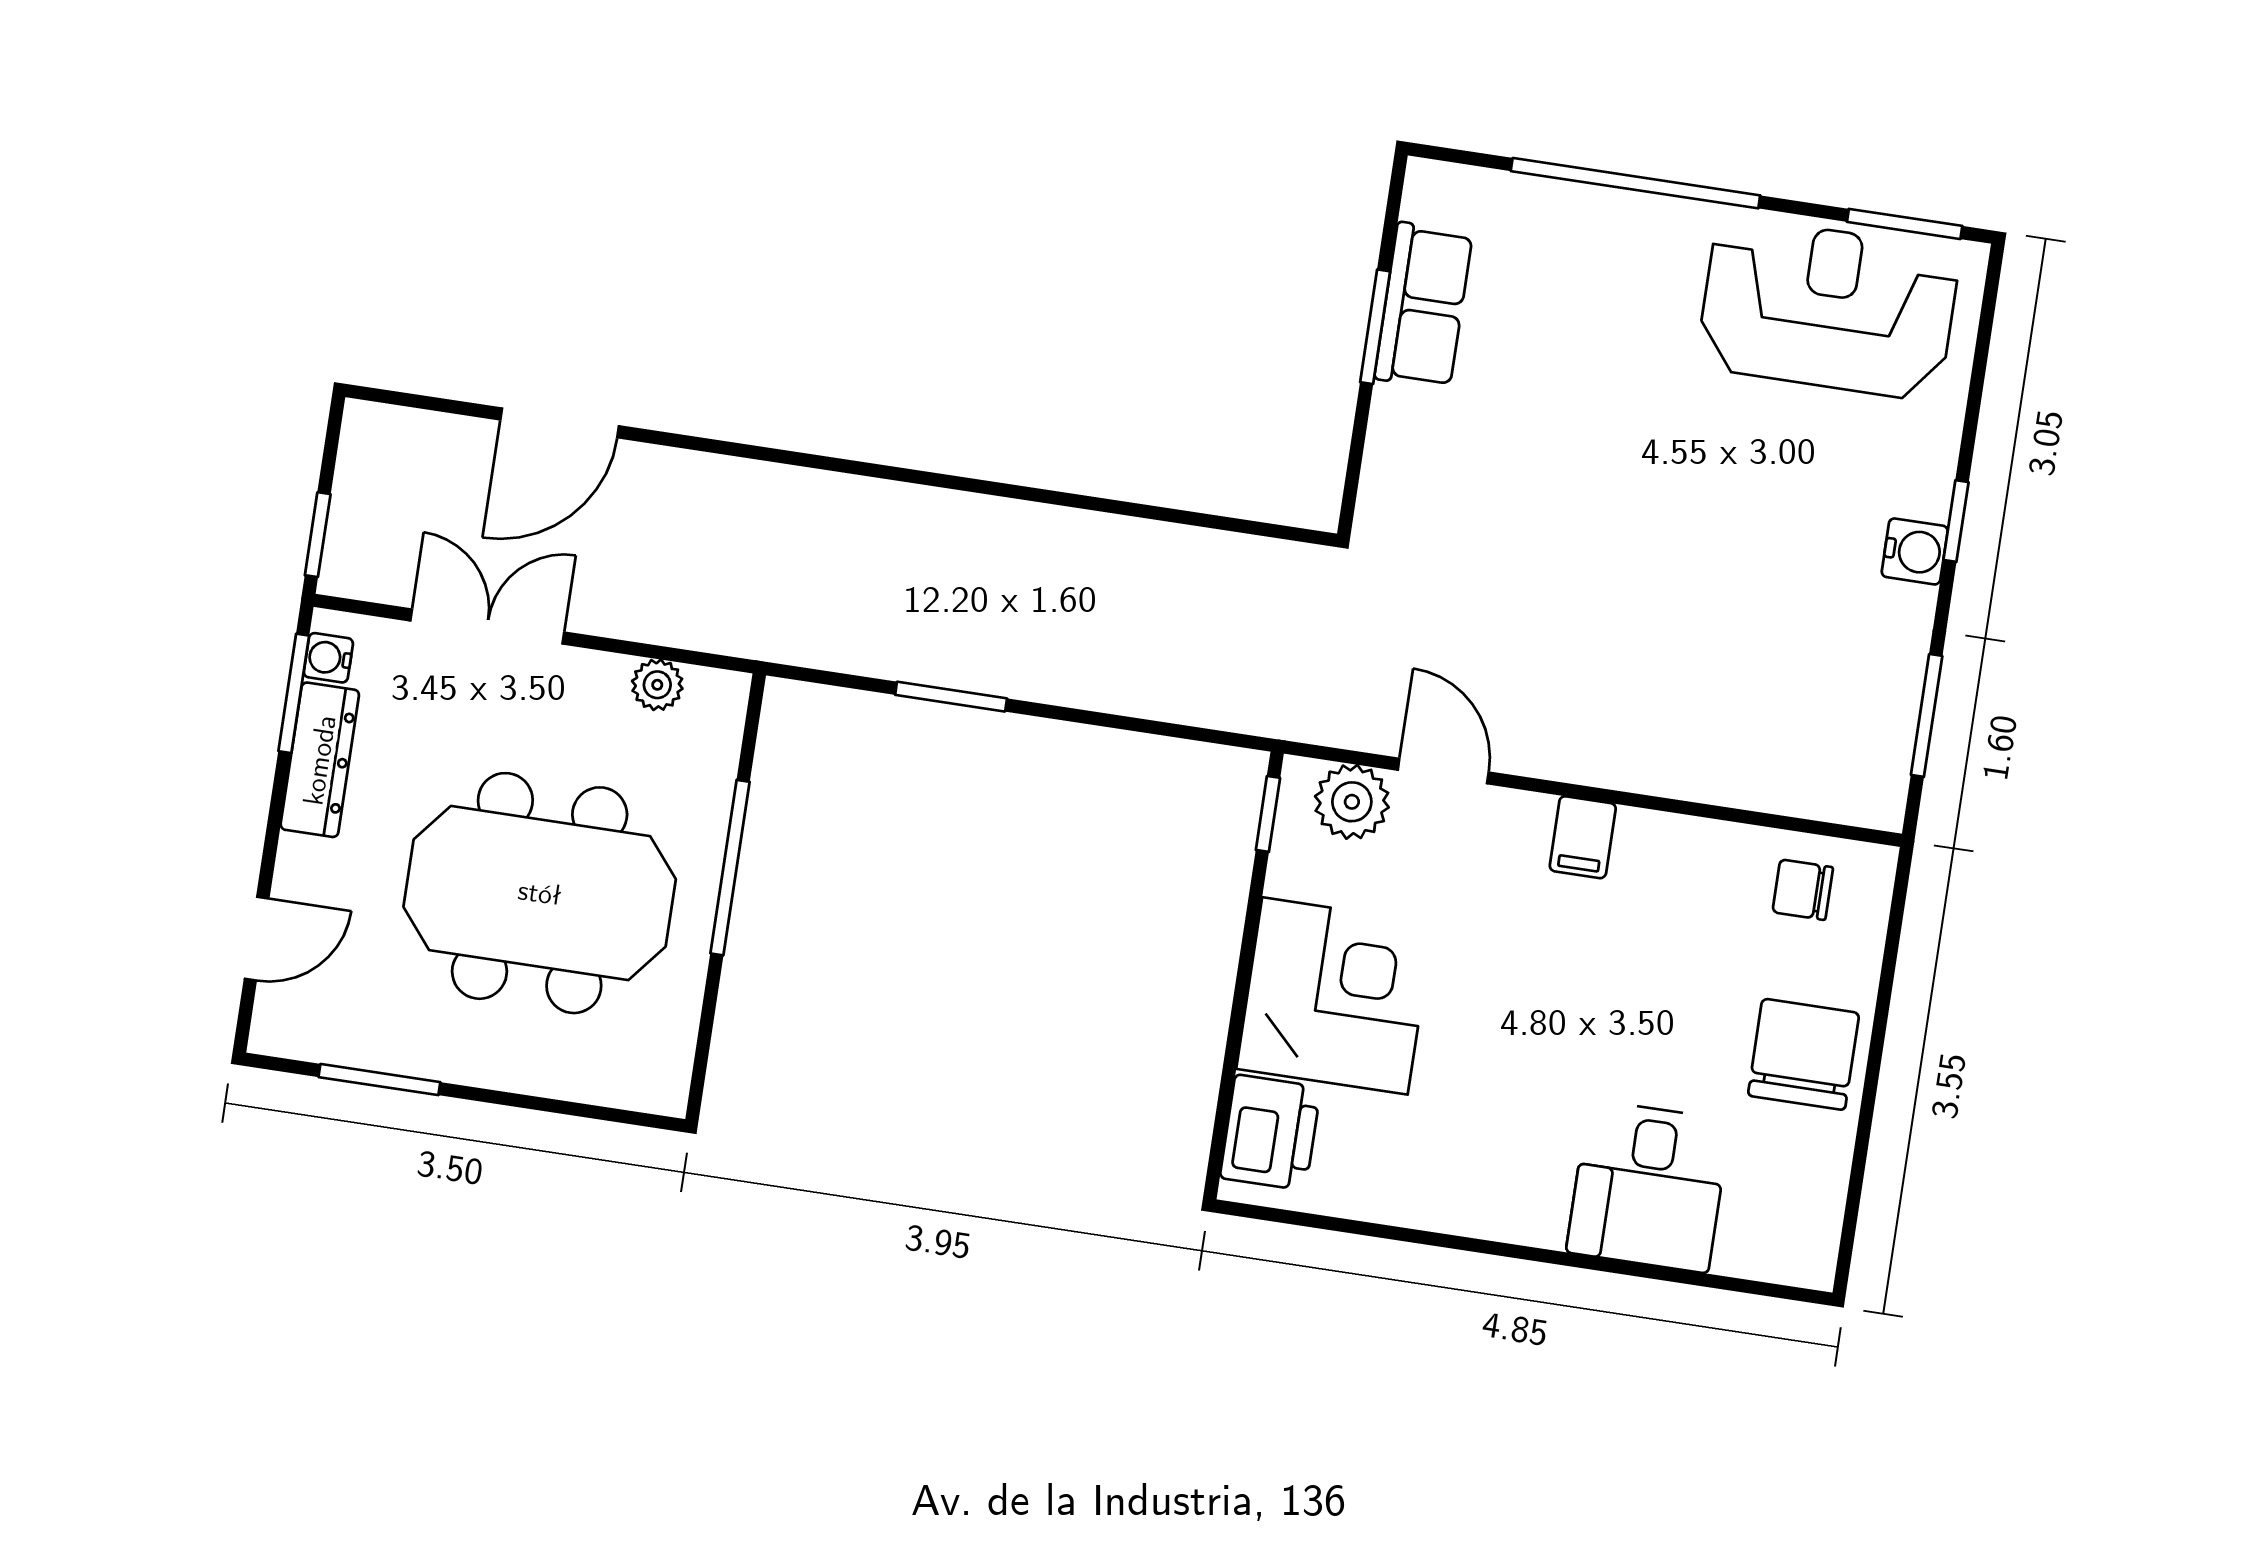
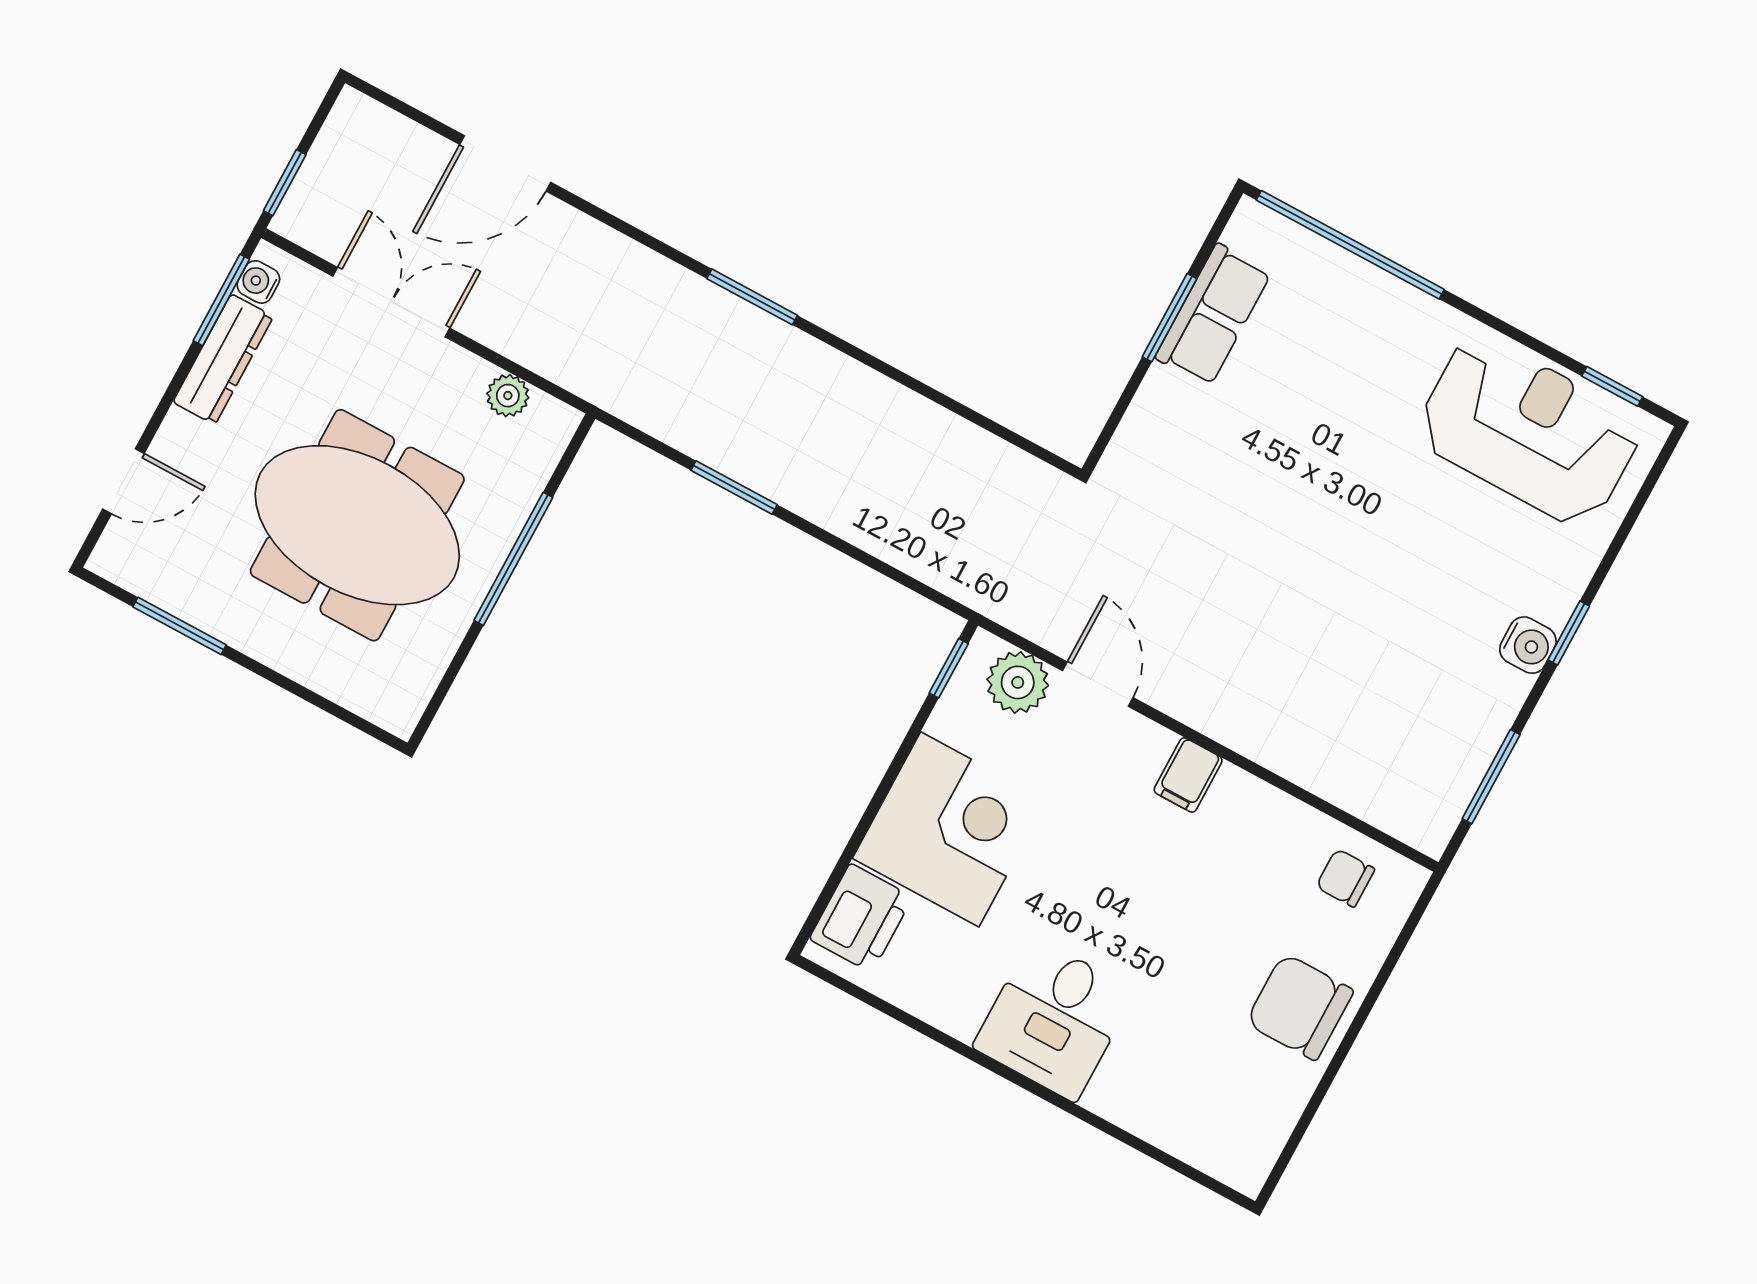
window: (1635, 183) -> (1350, 245), moved
window: (1905, 224) -> (1612, 386), width x0.67
window: (894, 473) -> (752, 297), added
chair: (1804, 1054) -> (1300, 1007), turned -90
desk: (1648, 1186) -> (1054, 1019), moved

